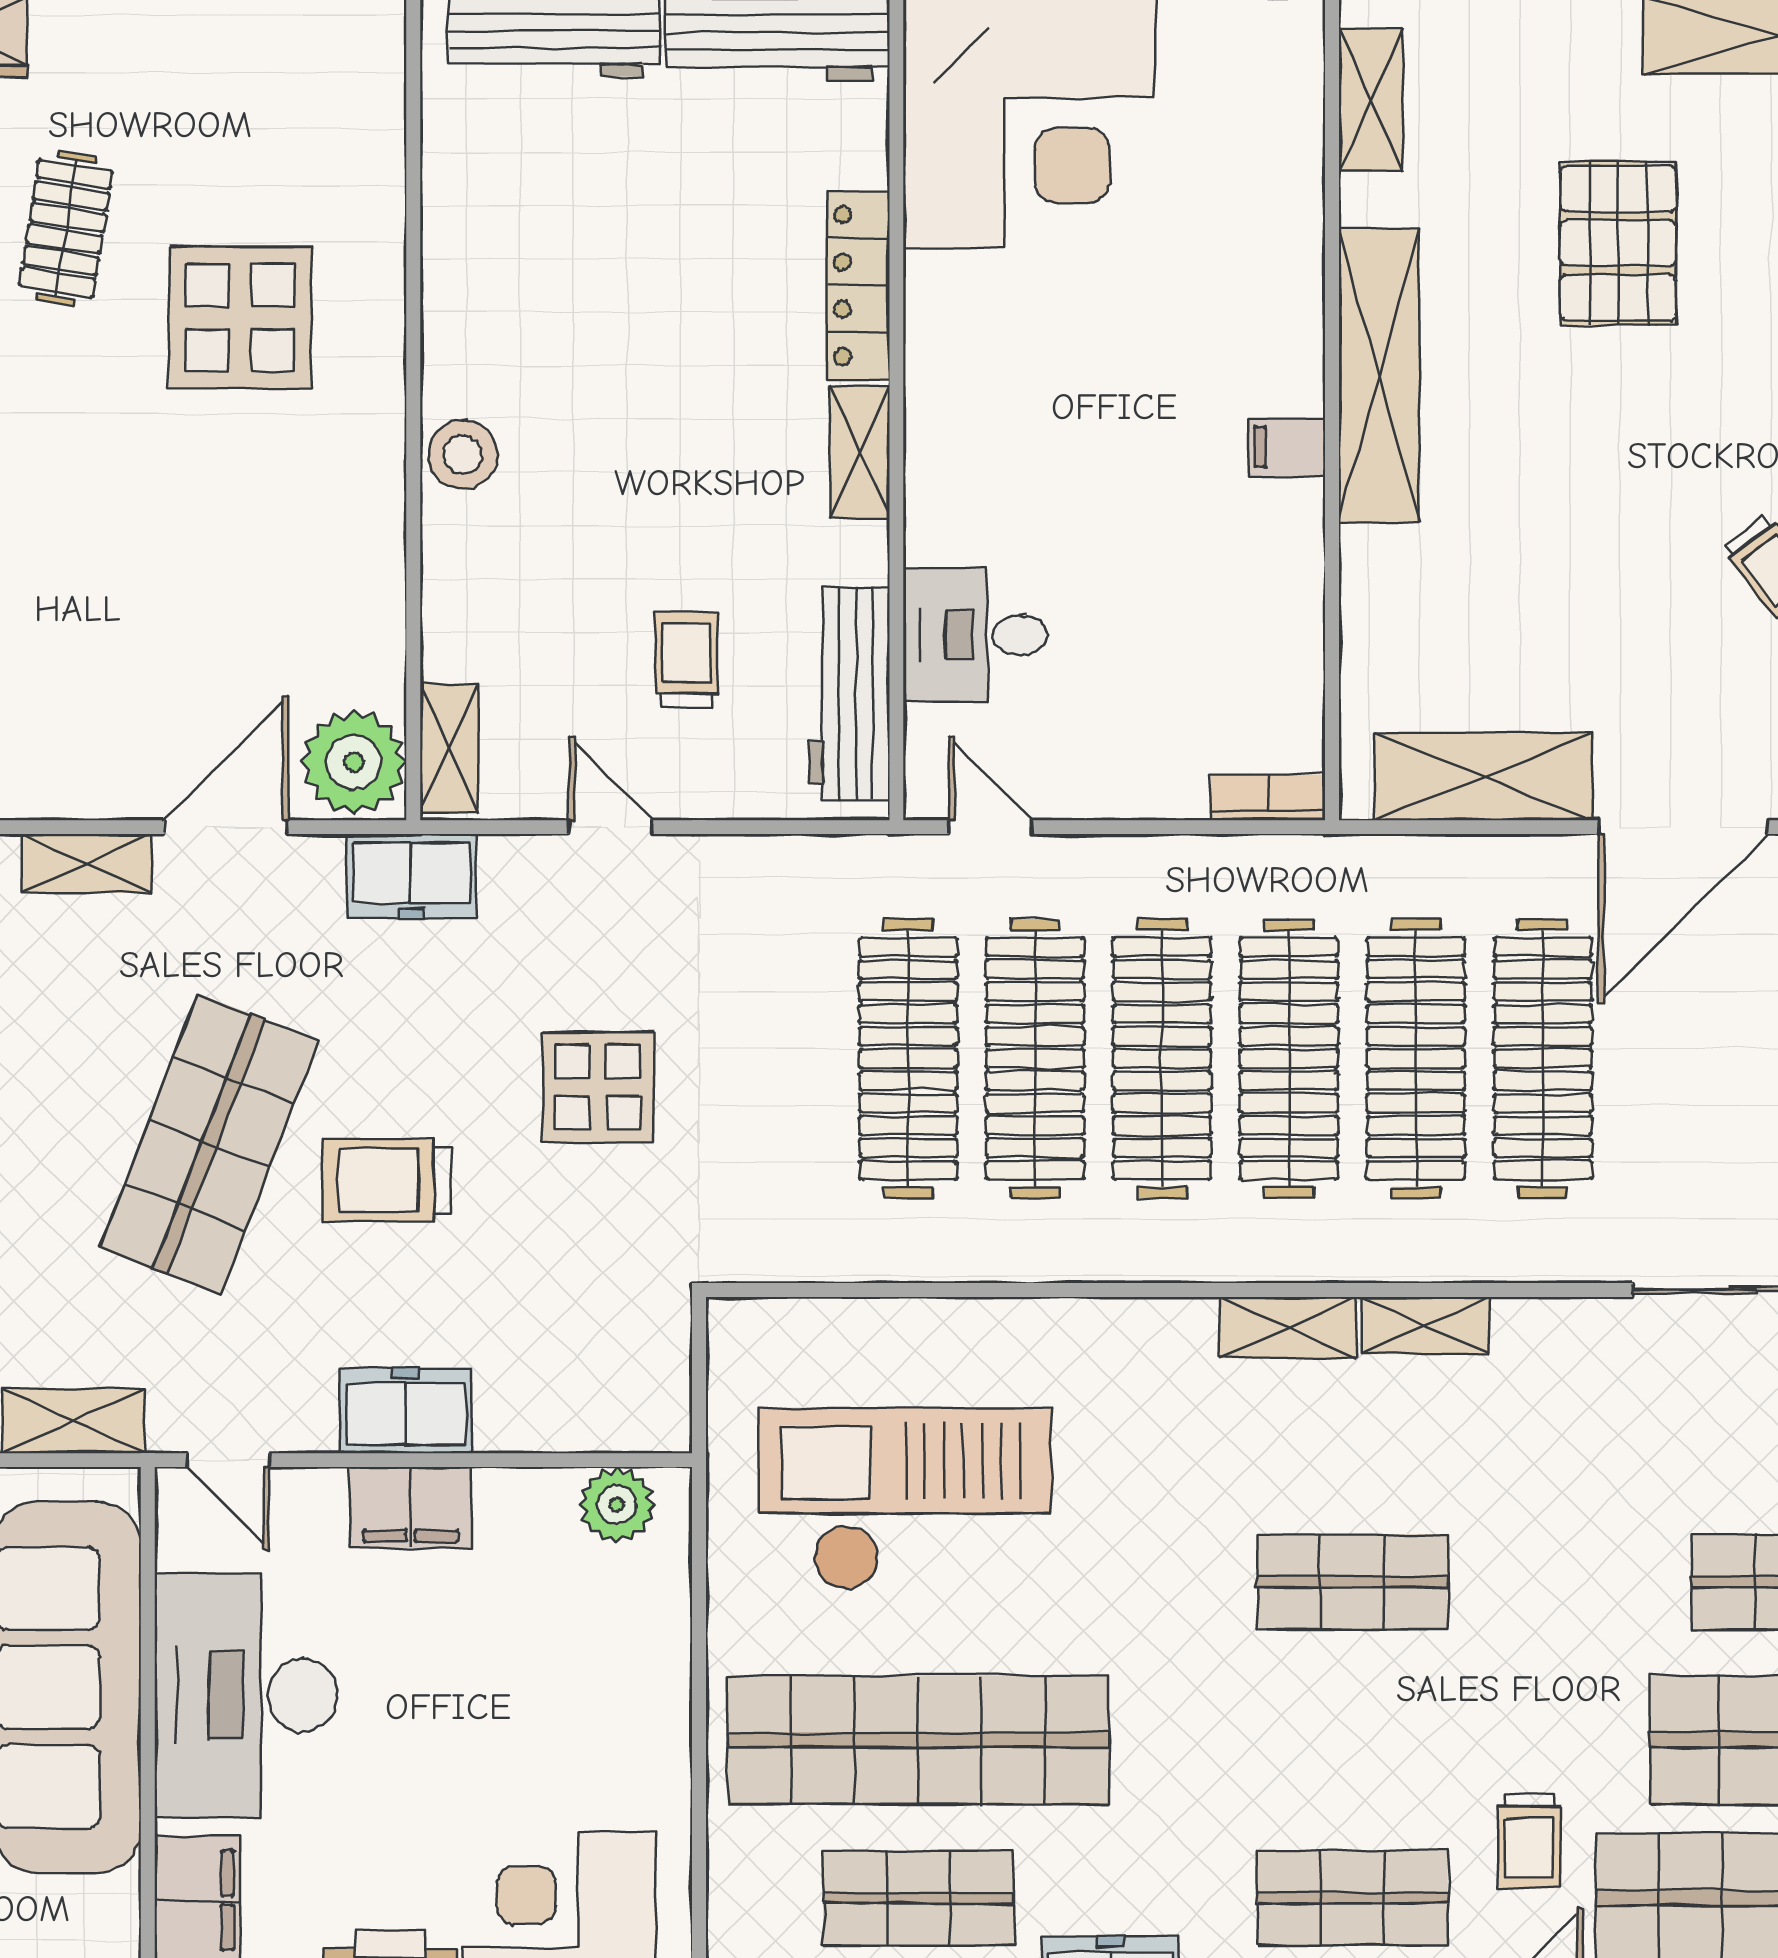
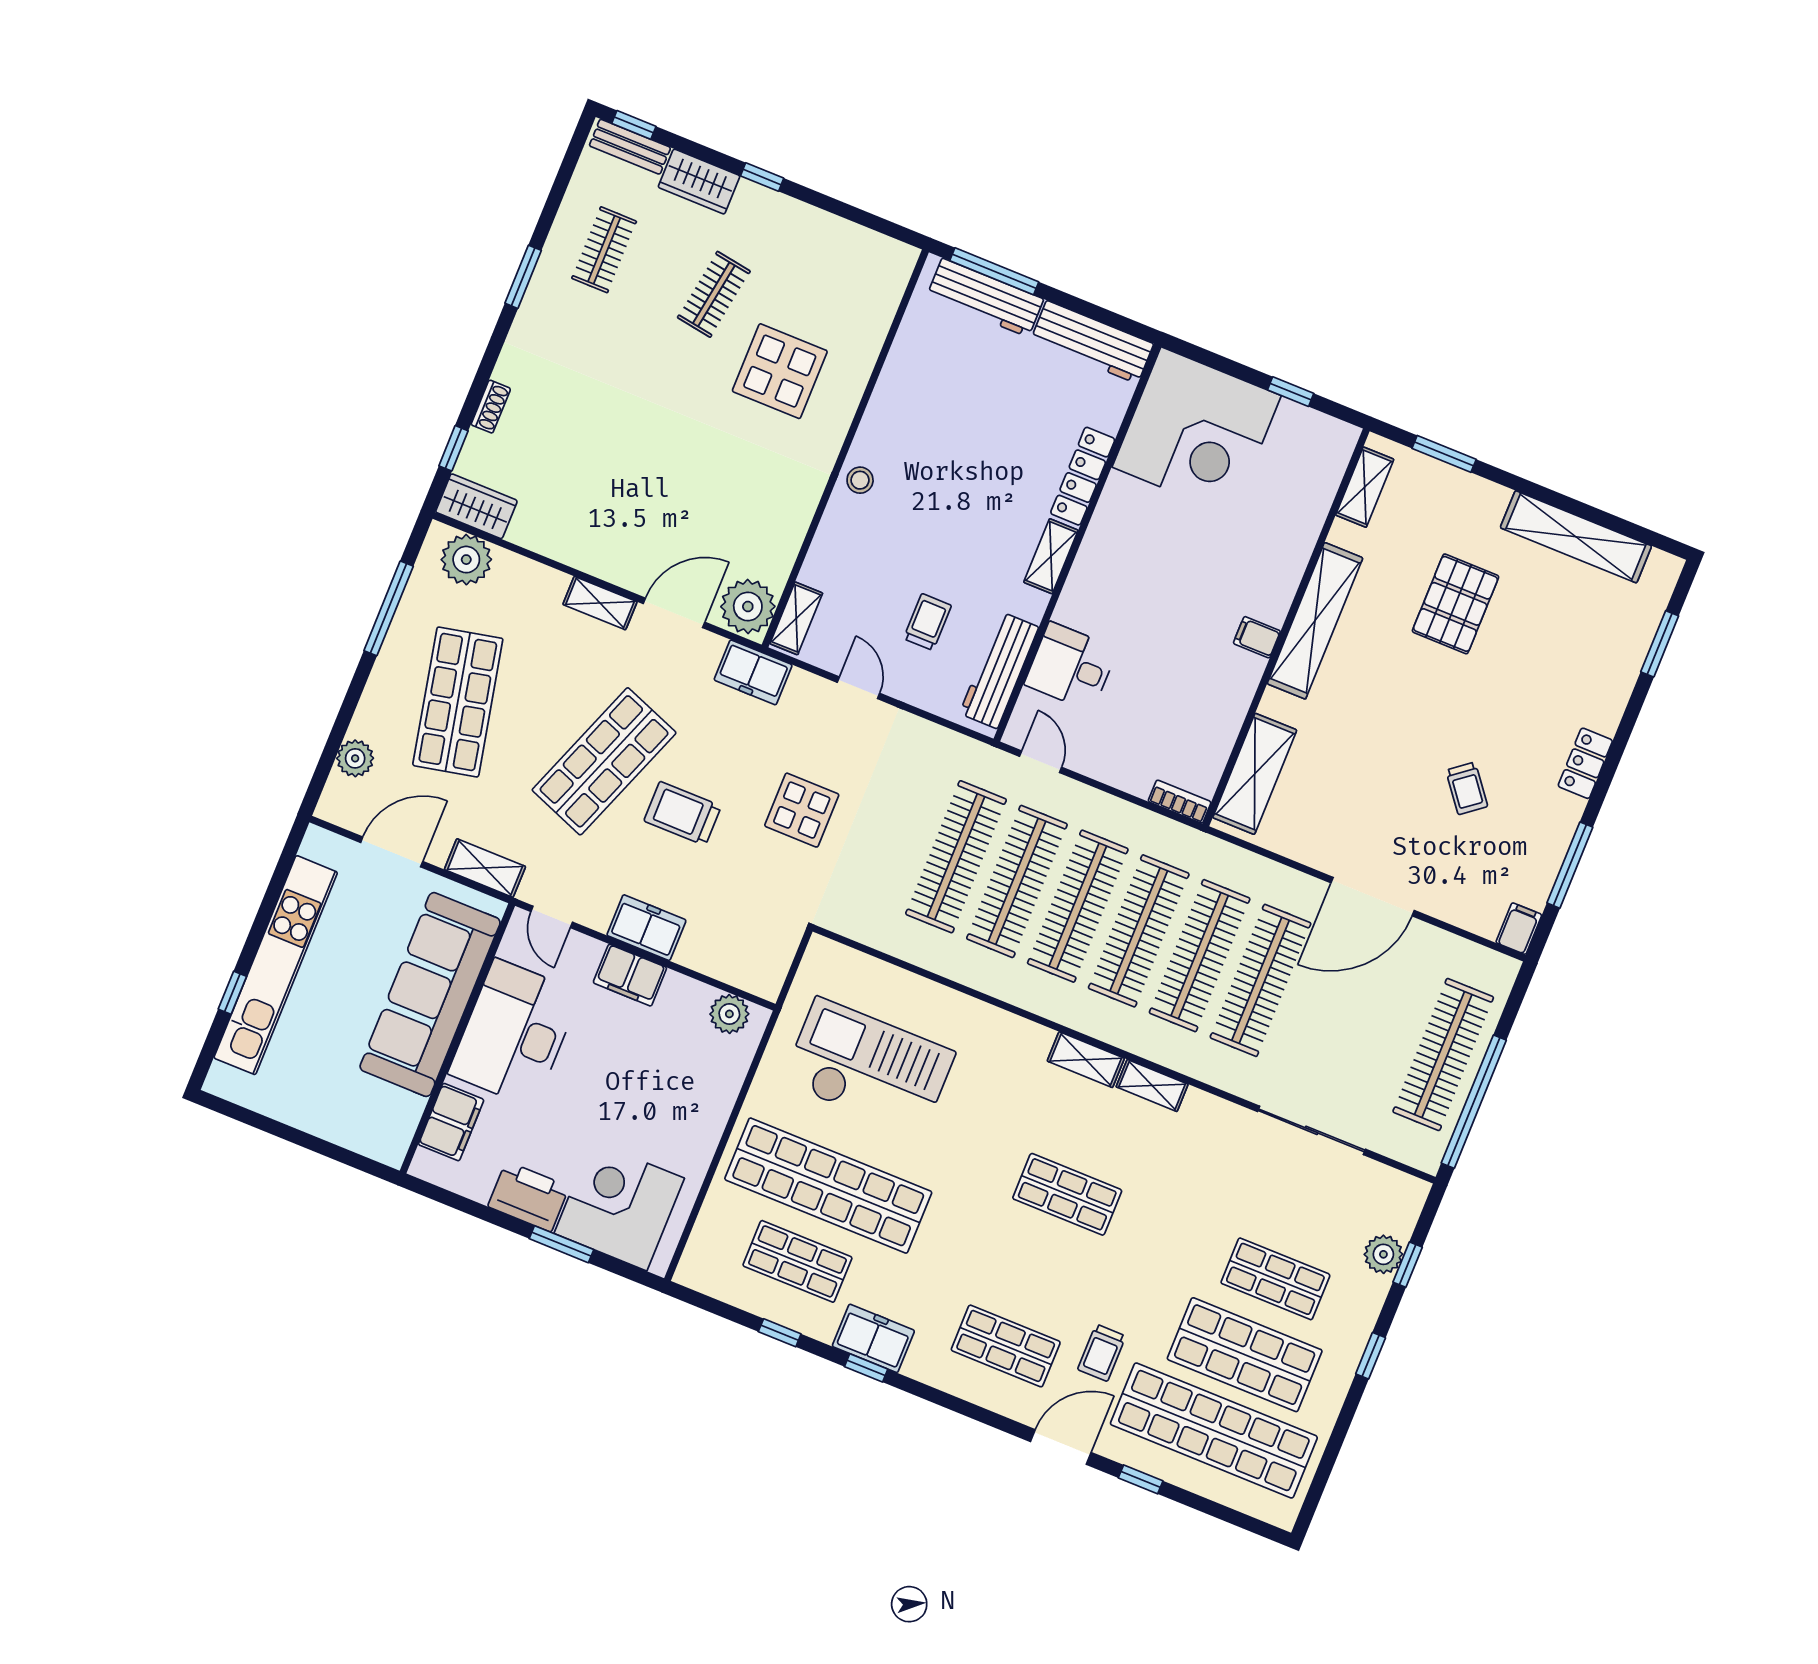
stool: (463, 454) -> (860, 480), width x0.73, depth x0.73
shelving: (1483, 777) -> (1255, 774), moved, turned 90

